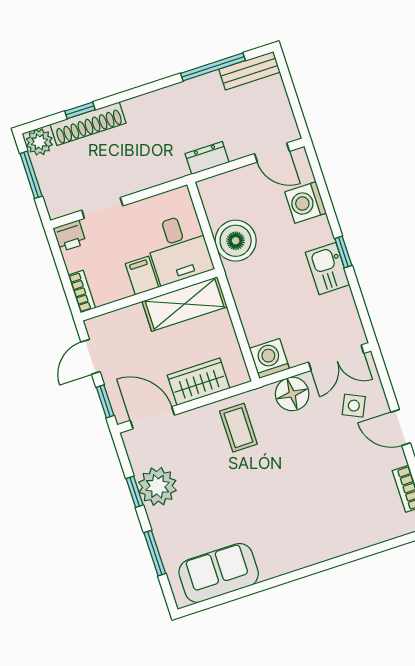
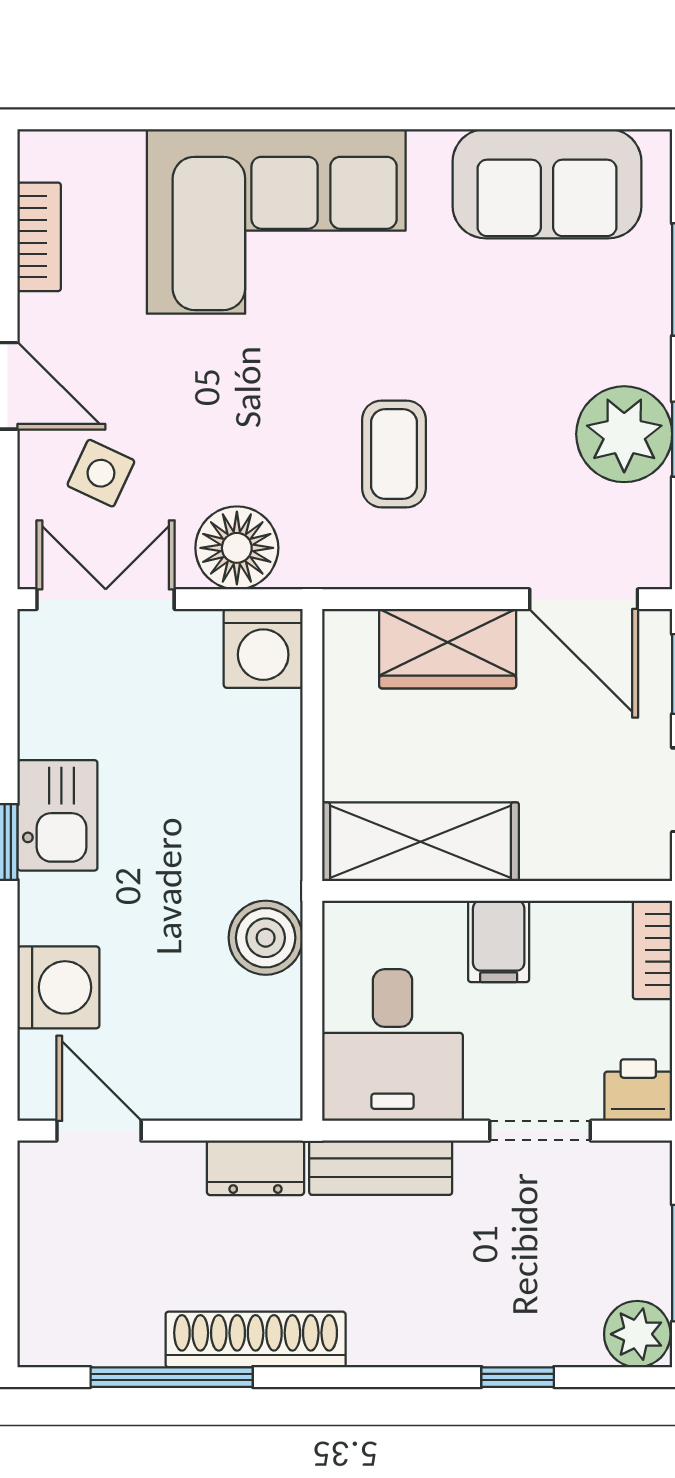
bench: (249, 71) -> (381, 1168), moved
shoe rack: (88, 124) -> (256, 1340), moved
boiler: (236, 241) -> (266, 938), width x0.73, depth x0.73
desk: (178, 249) -> (393, 1045), moved, turned 180
coffee table: (238, 428) -> (394, 454), moved
corner sofa: (318, 524) -> (276, 221), added

